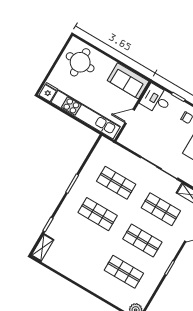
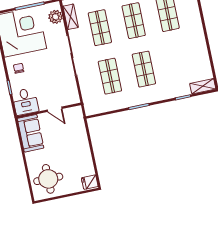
kitchen unit: (86, 114) -> (81, 142), removed

